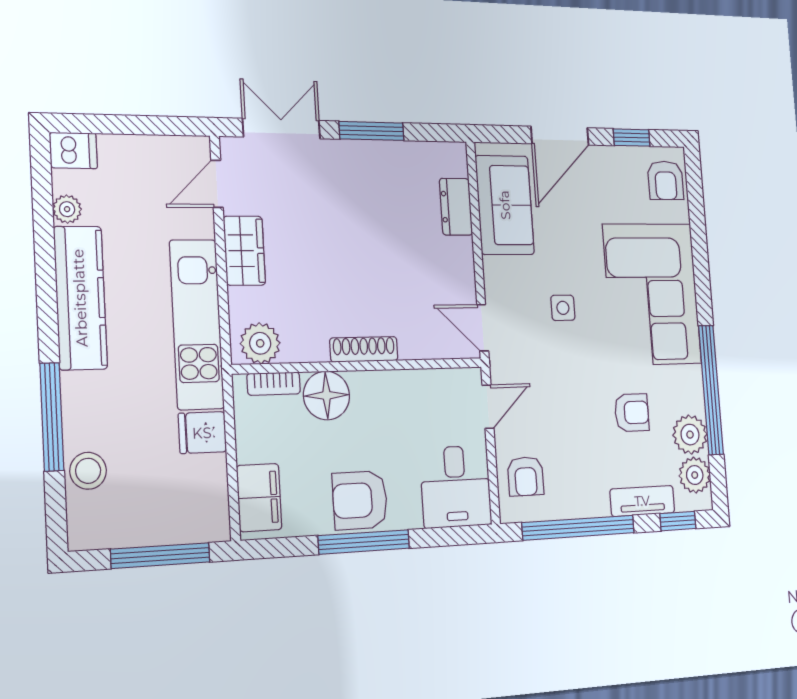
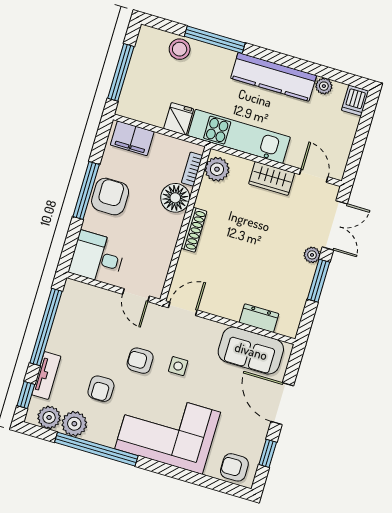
plant: (338, 152) -> (312, 255), added
armchair: (526, 476) -> (140, 361), moved

